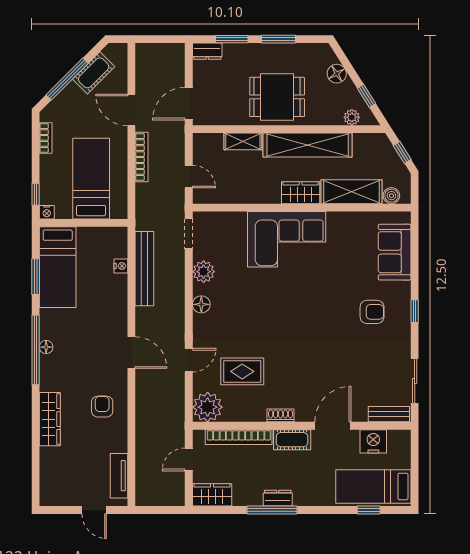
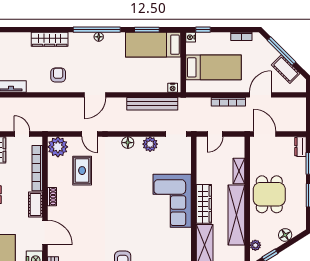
wardrobe: (301, 193) -> (204, 204), width x1.50
nightstand: (121, 266) -> (173, 88), moved
armchair: (102, 407) -> (58, 75), turned -90

